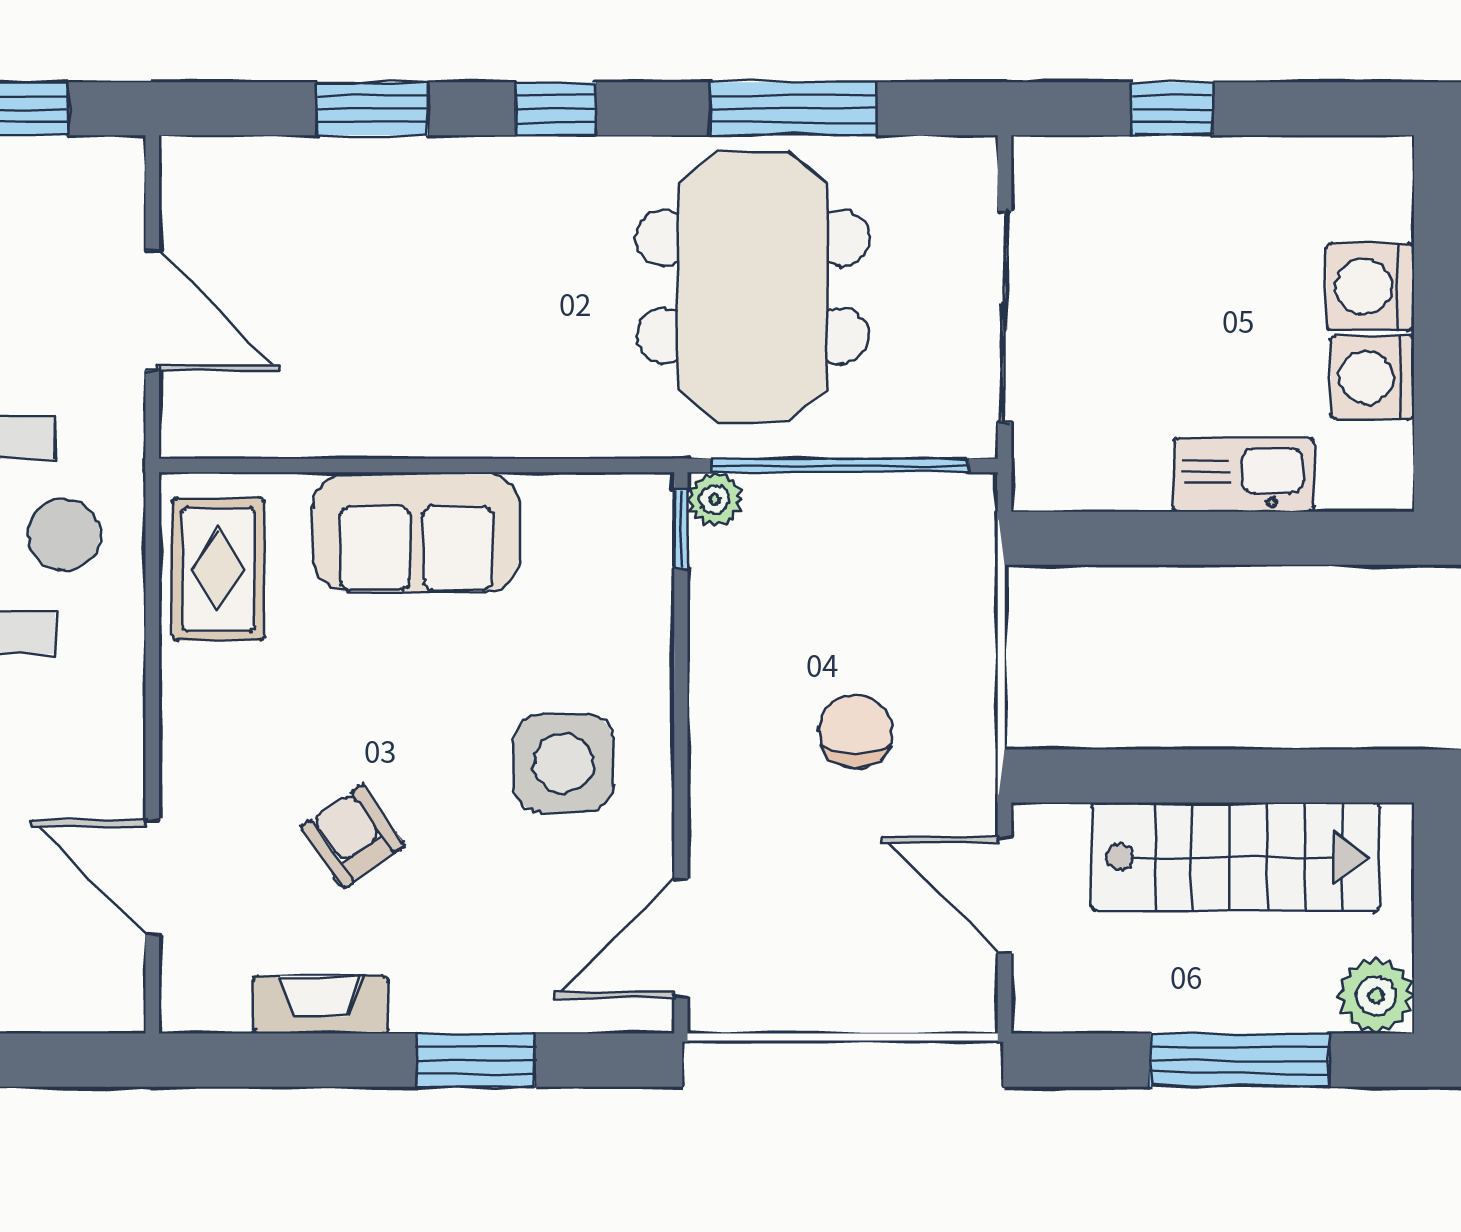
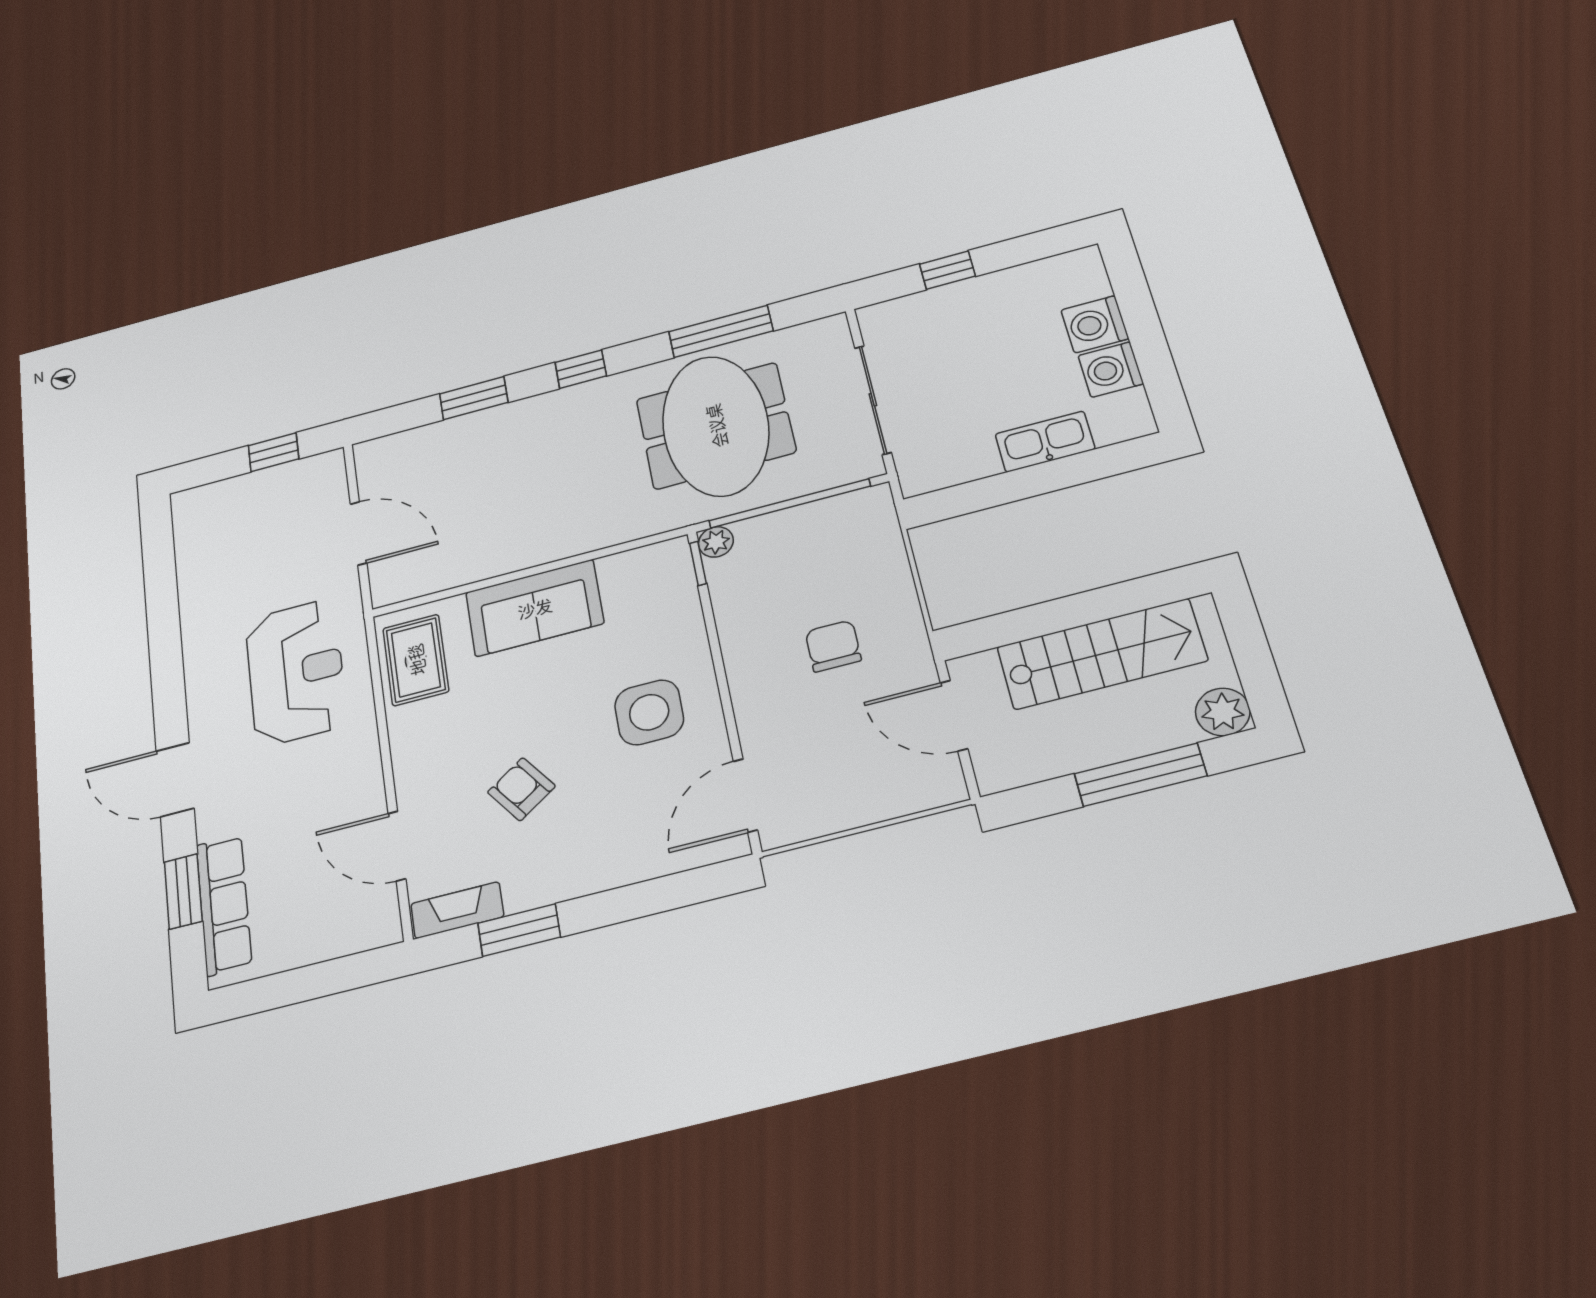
fireplace: (321, 1005) -> (457, 910), moved
window: (476, 1060) -> (519, 930), moved

